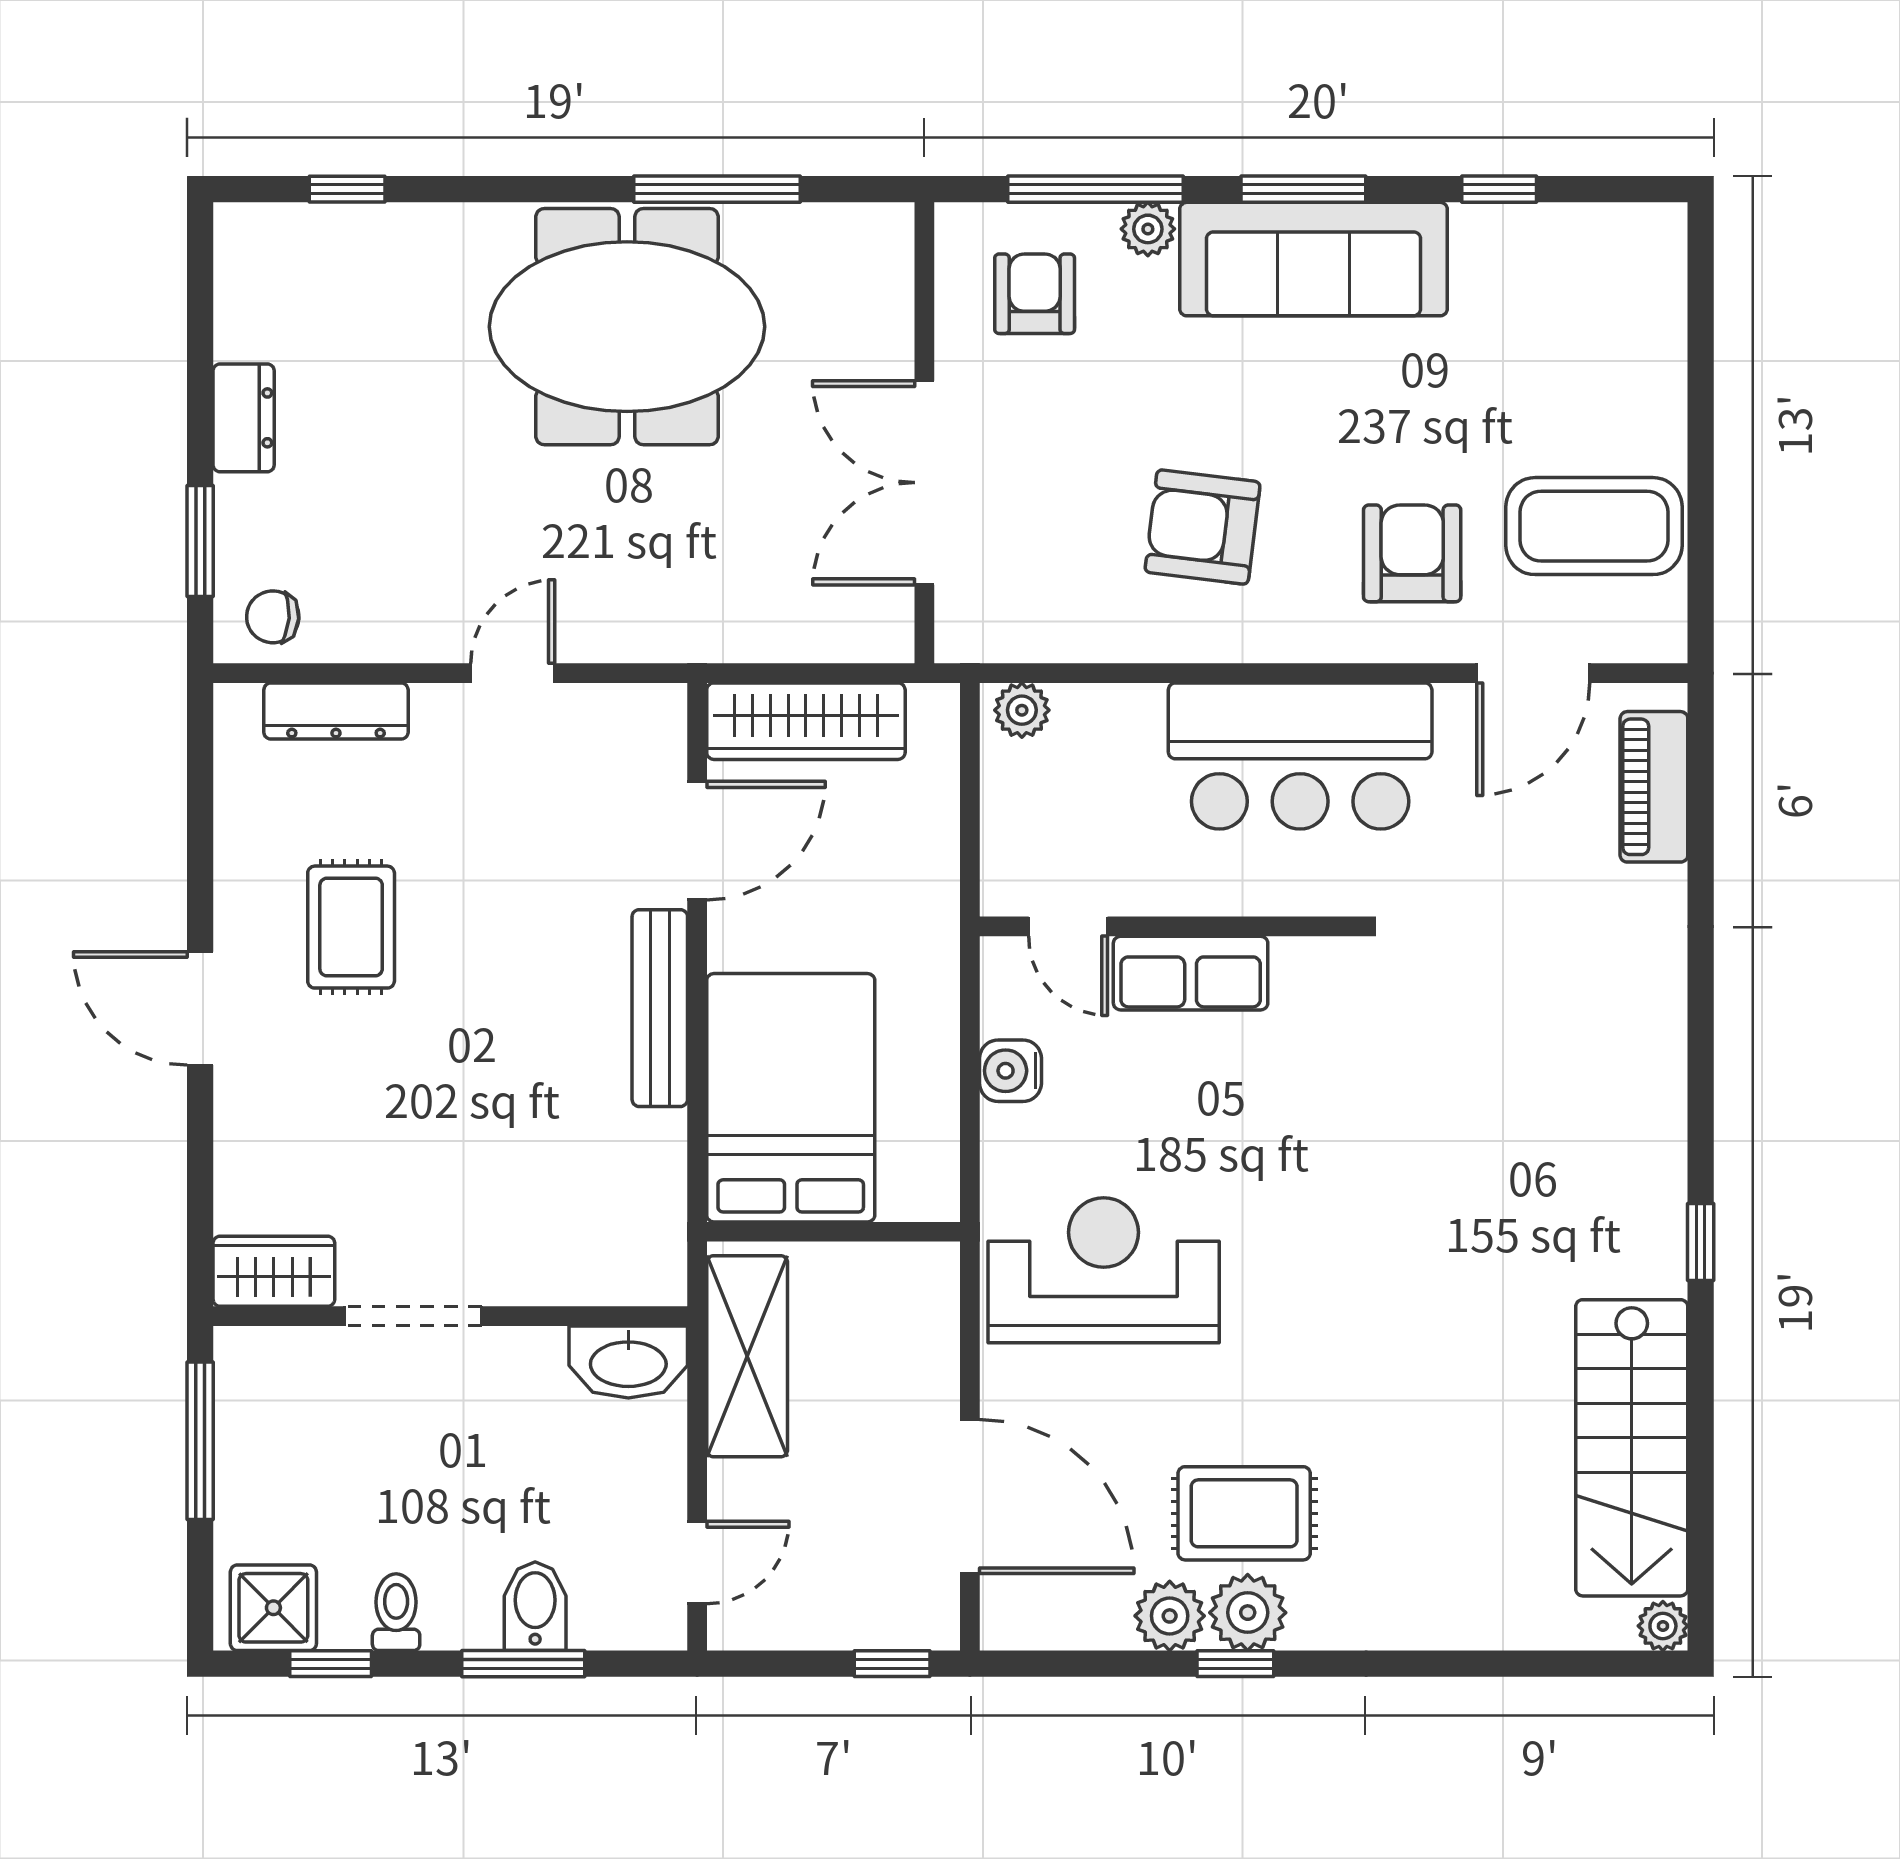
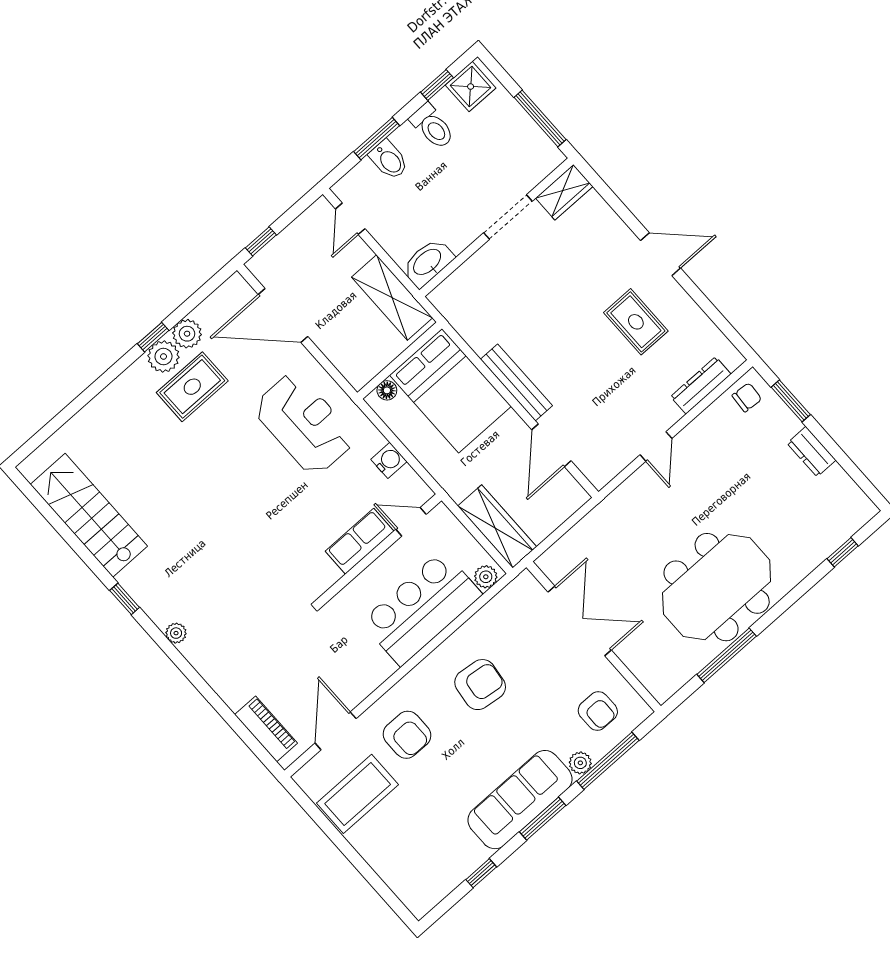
wardrobe: (806, 721) -> (497, 526), moved, turned 90
bar counter: (1300, 756) -> (422, 608), moved
floor lamp: (903, 1199) -> (387, 390), added
reception desk: (1104, 1270) -> (304, 424), turned -90
toilet: (396, 1612) -> (432, 126), width x1.37, depth x1.39
plant: (1663, 1626) -> (176, 633), moved

